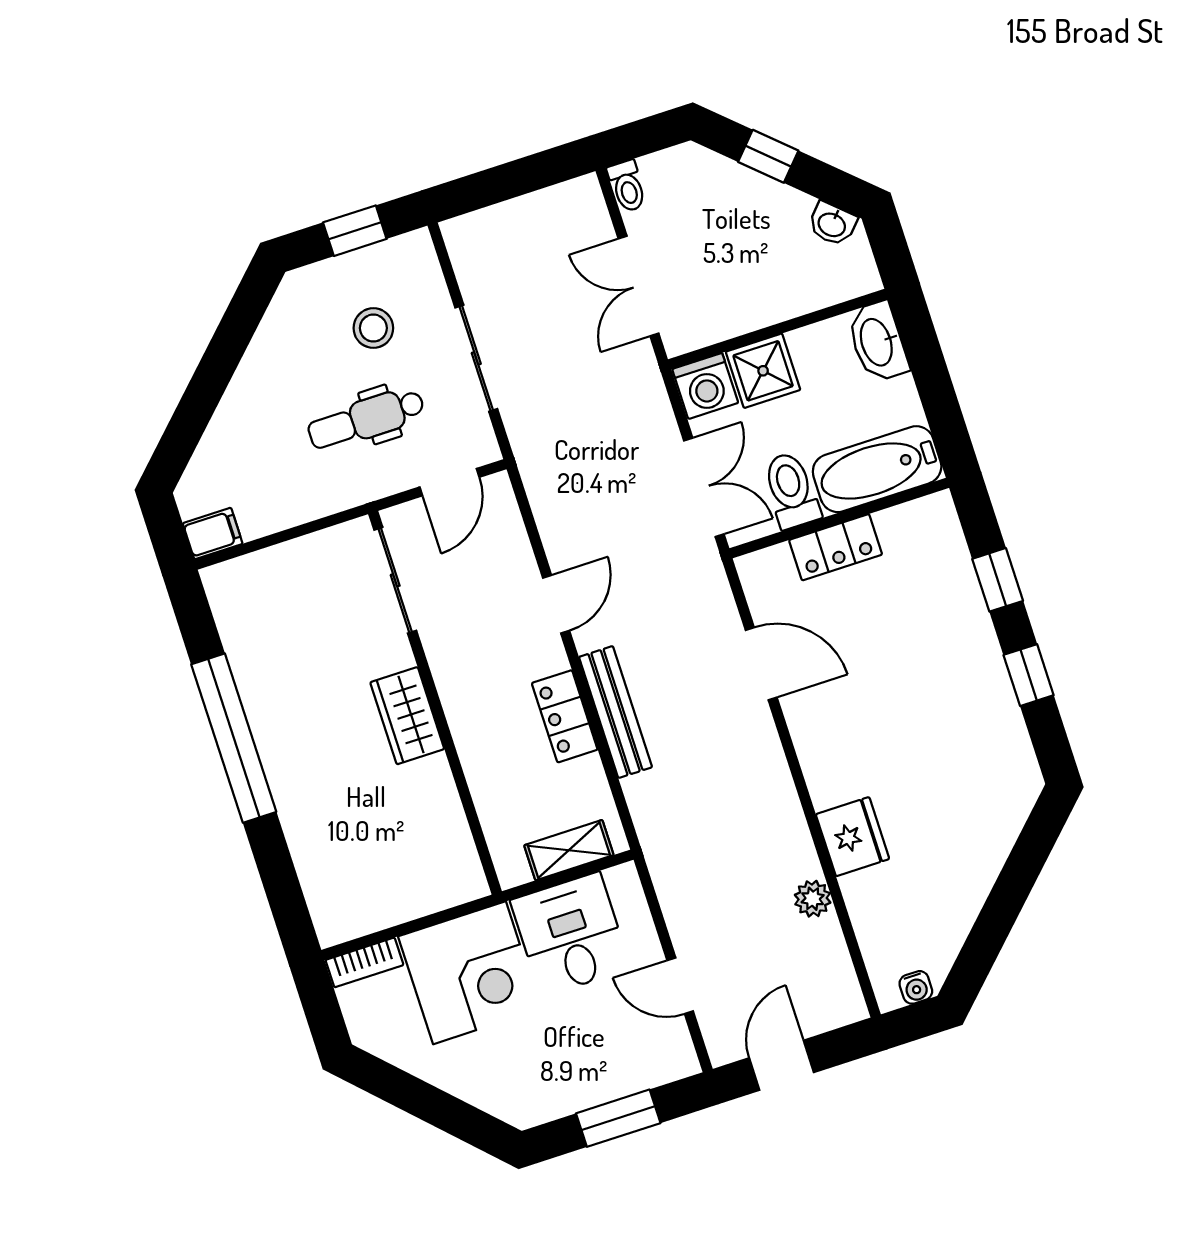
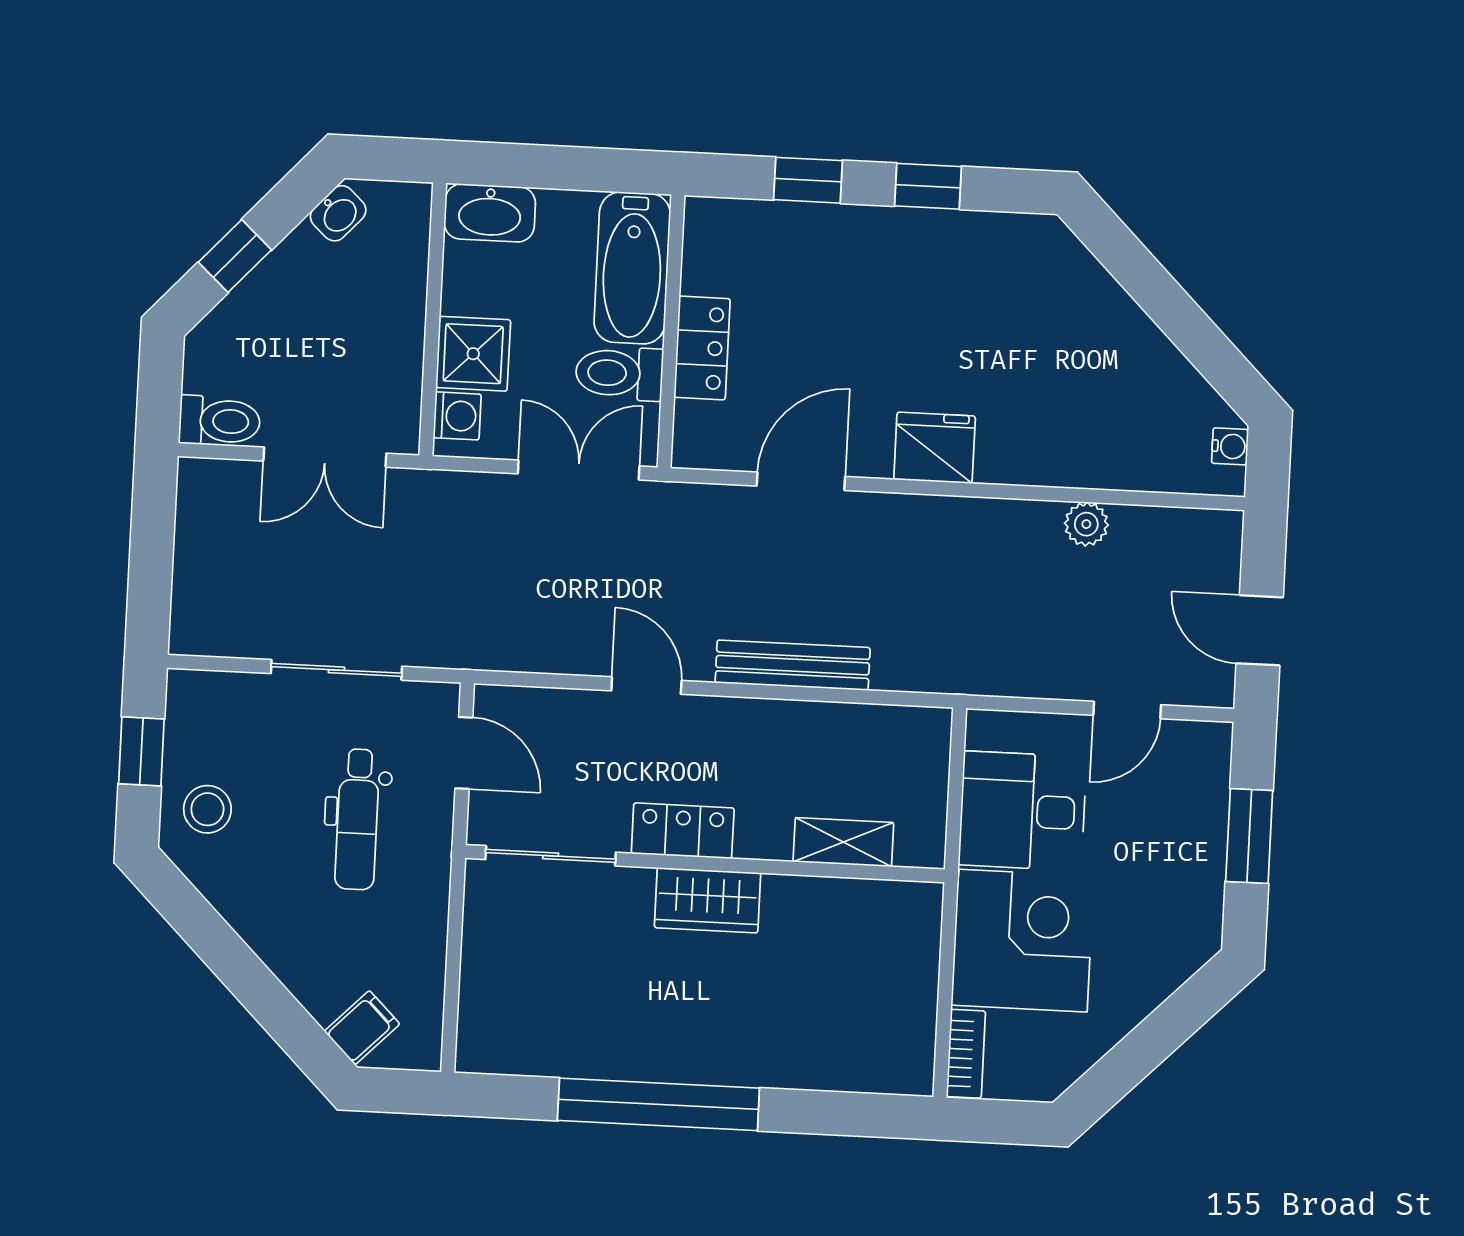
toilet: (627, 186) -> (220, 421), width x1.37, depth x1.39
stool: (373, 328) -> (207, 809), moved
washing machine: (705, 386) -> (457, 416), width x0.73, depth x0.73
filing cabinet: (213, 533) -> (362, 1028), moved, turned 45
locker: (565, 716) -> (683, 831), moved, turned 180
fridge: (853, 837) -> (935, 448), moved
shelving: (569, 850) -> (843, 842), moved, turned 90

